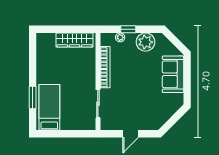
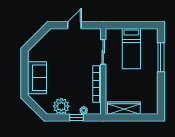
window: (33, 98) -> (161, 57), width x1.44
bed: (49, 107) -> (131, 49), moved

